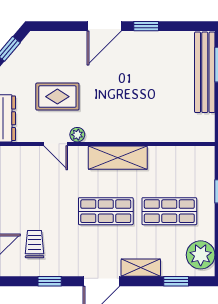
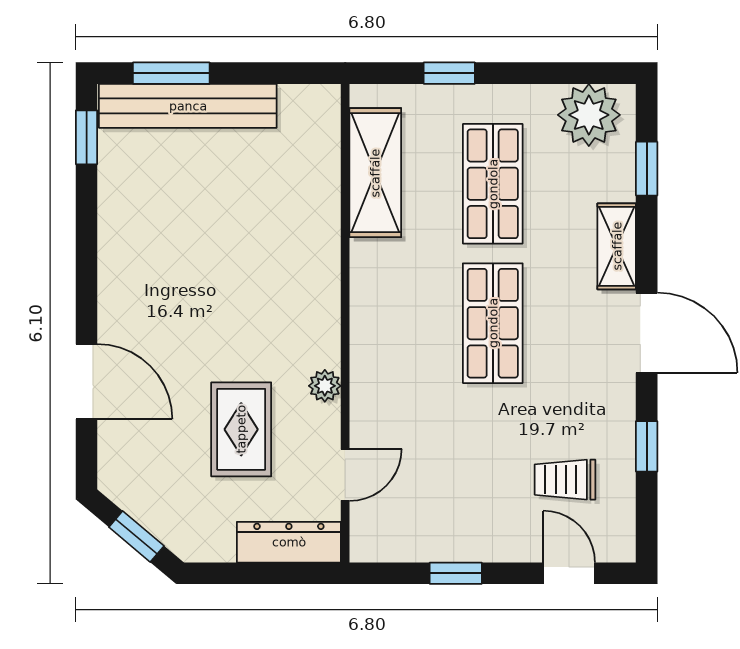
door: (104, 26) -> (87, 382), moved
window: (146, 26) -> (87, 137), moved
door: (56, 144) -> (345, 475), moved
shelving: (118, 158) -> (375, 173), moved

